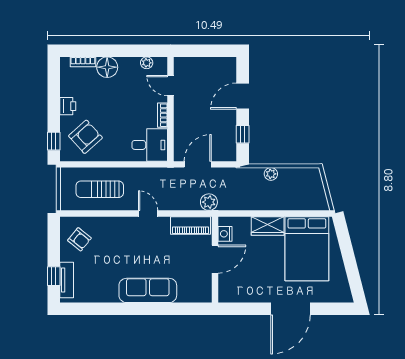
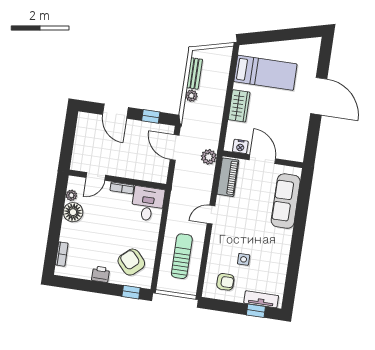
floor lamp: (107, 67) -> (73, 212), moved
door: (198, 164) -> (175, 147), moved
bench: (295, 174) -> (194, 73), added
sun lounger: (100, 189) -> (182, 256), turned 180
armchair: (79, 239) -> (225, 282), turned 51
bed: (307, 249) -> (265, 73), width x0.67
side table: (106, 255) -> (244, 259), added
sofa: (148, 290) -> (286, 201), moved

